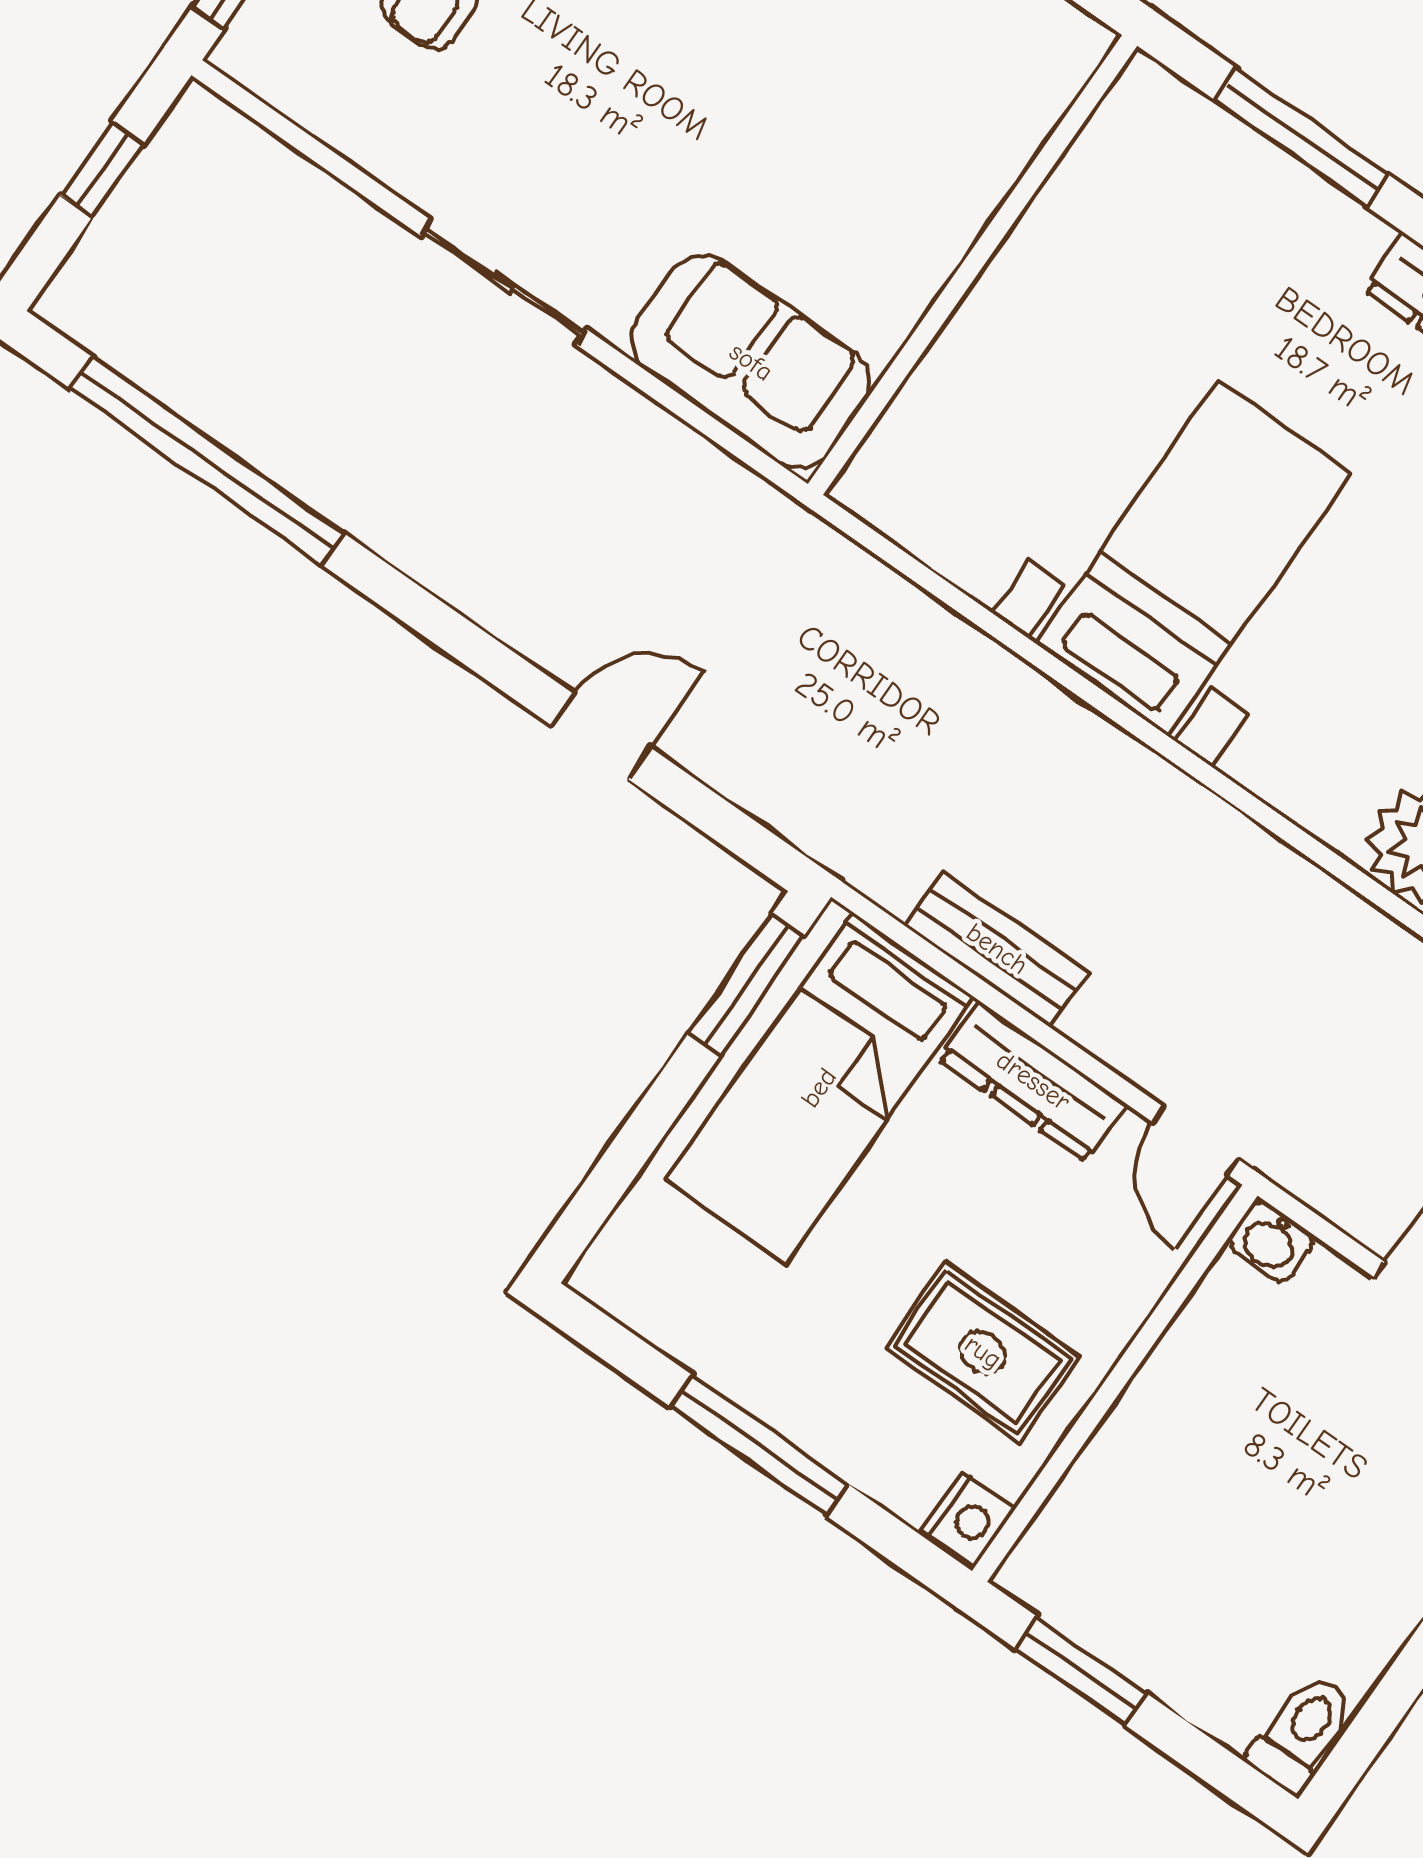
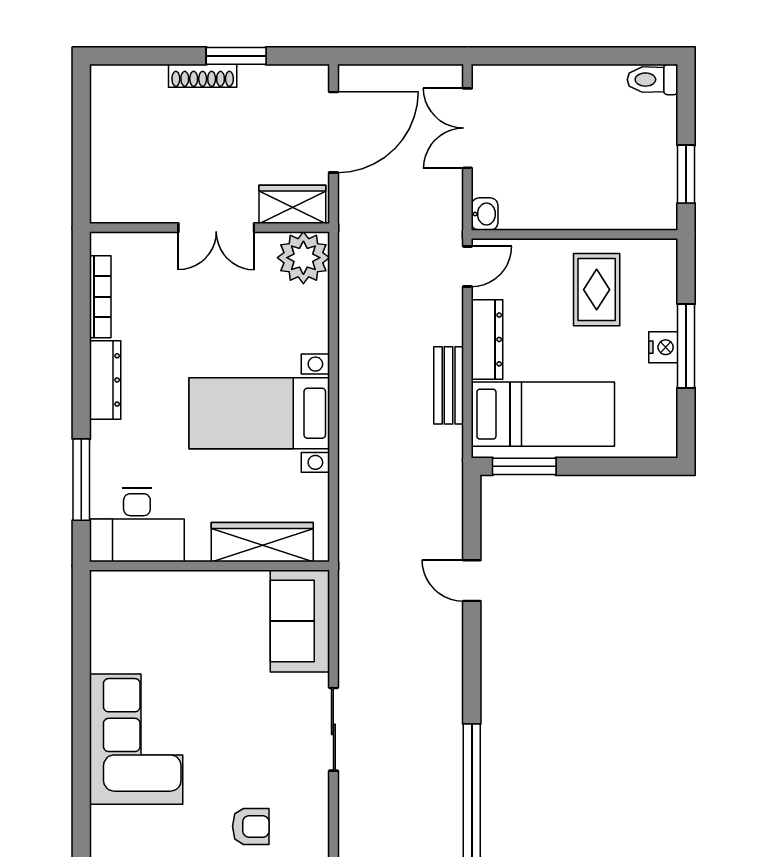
desk: (1145, 183) -> (137, 525), added
wardrobe: (948, 394) -> (262, 542), added
nightstand: (968, 1519) -> (663, 347), moved, turned 90

